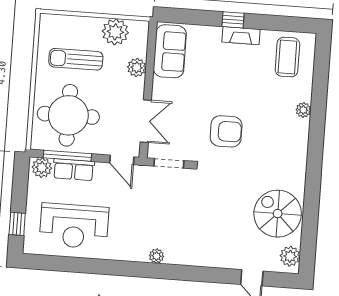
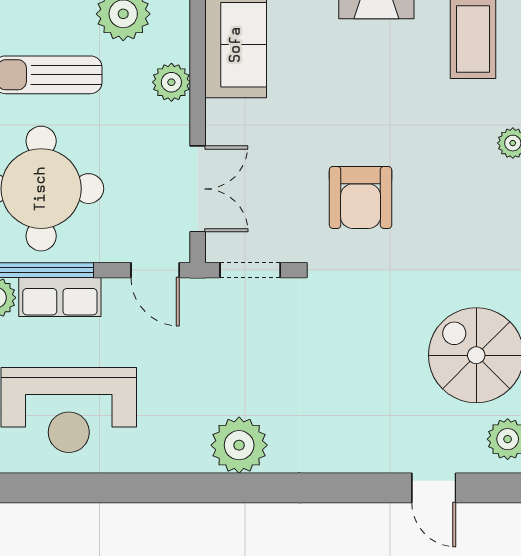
armchair: (226, 131) -> (361, 197), turned 90
plant: (156, 256) -> (239, 445), width x1.87, depth x1.87

